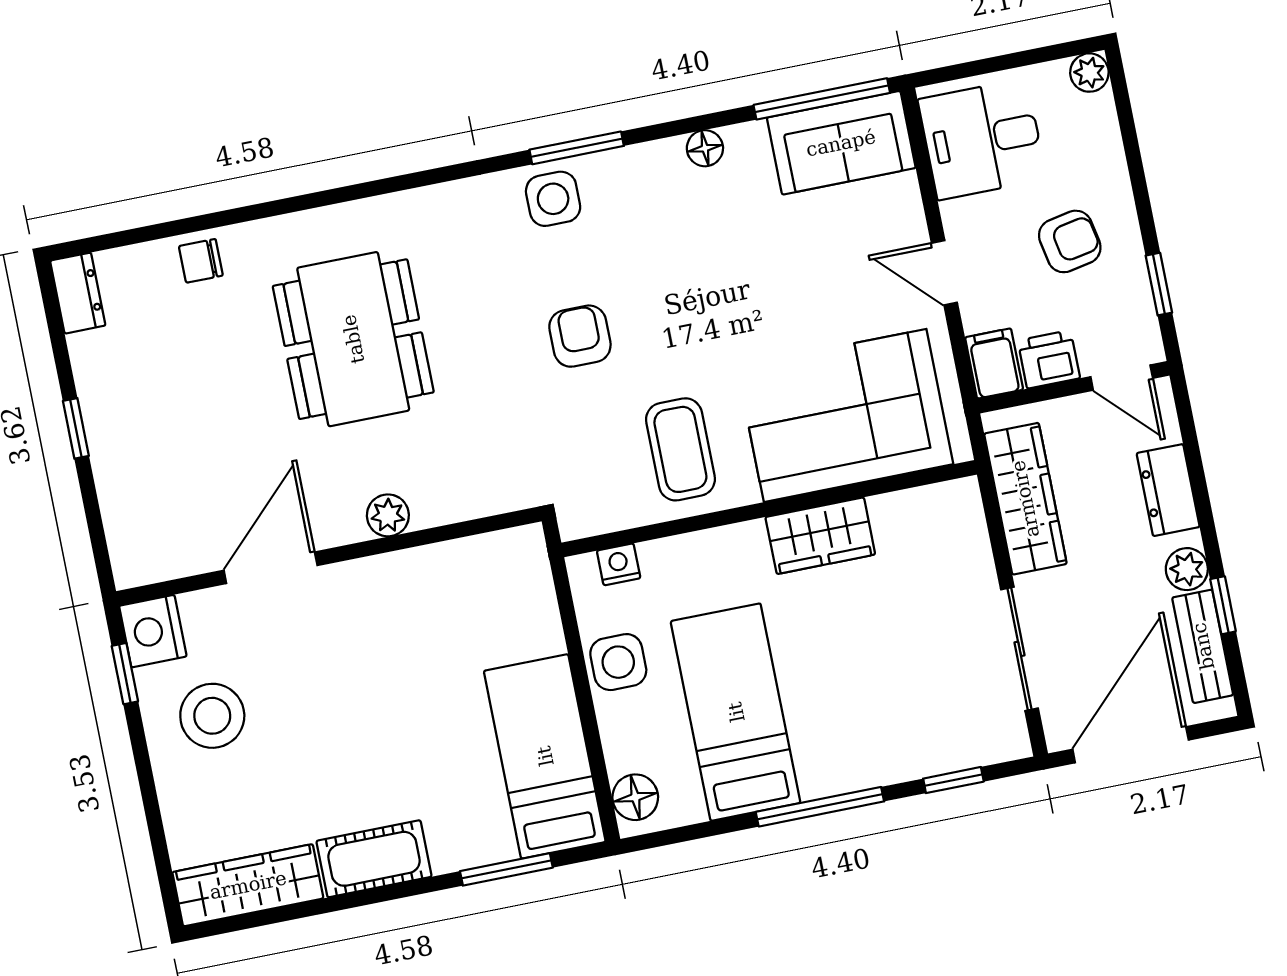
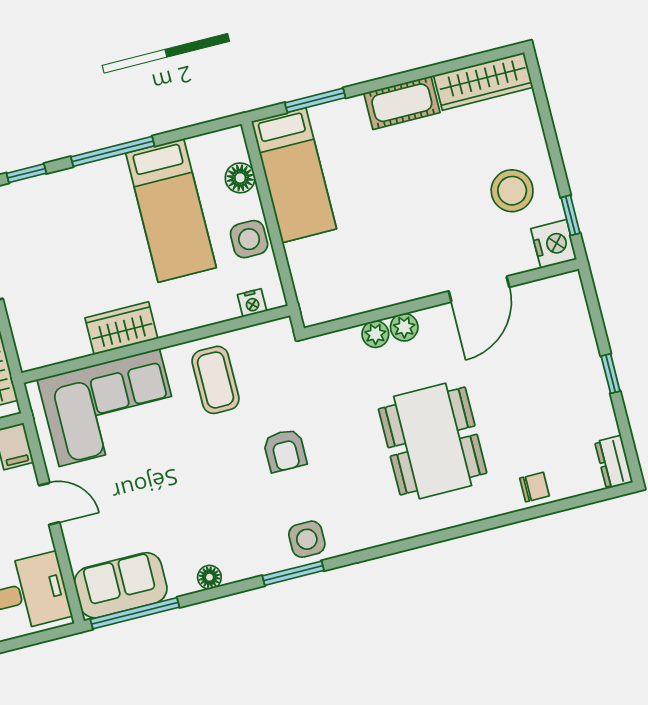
plant: (432, 507) -> (375, 334), added
floor lamp: (635, 797) -> (240, 178), moved

